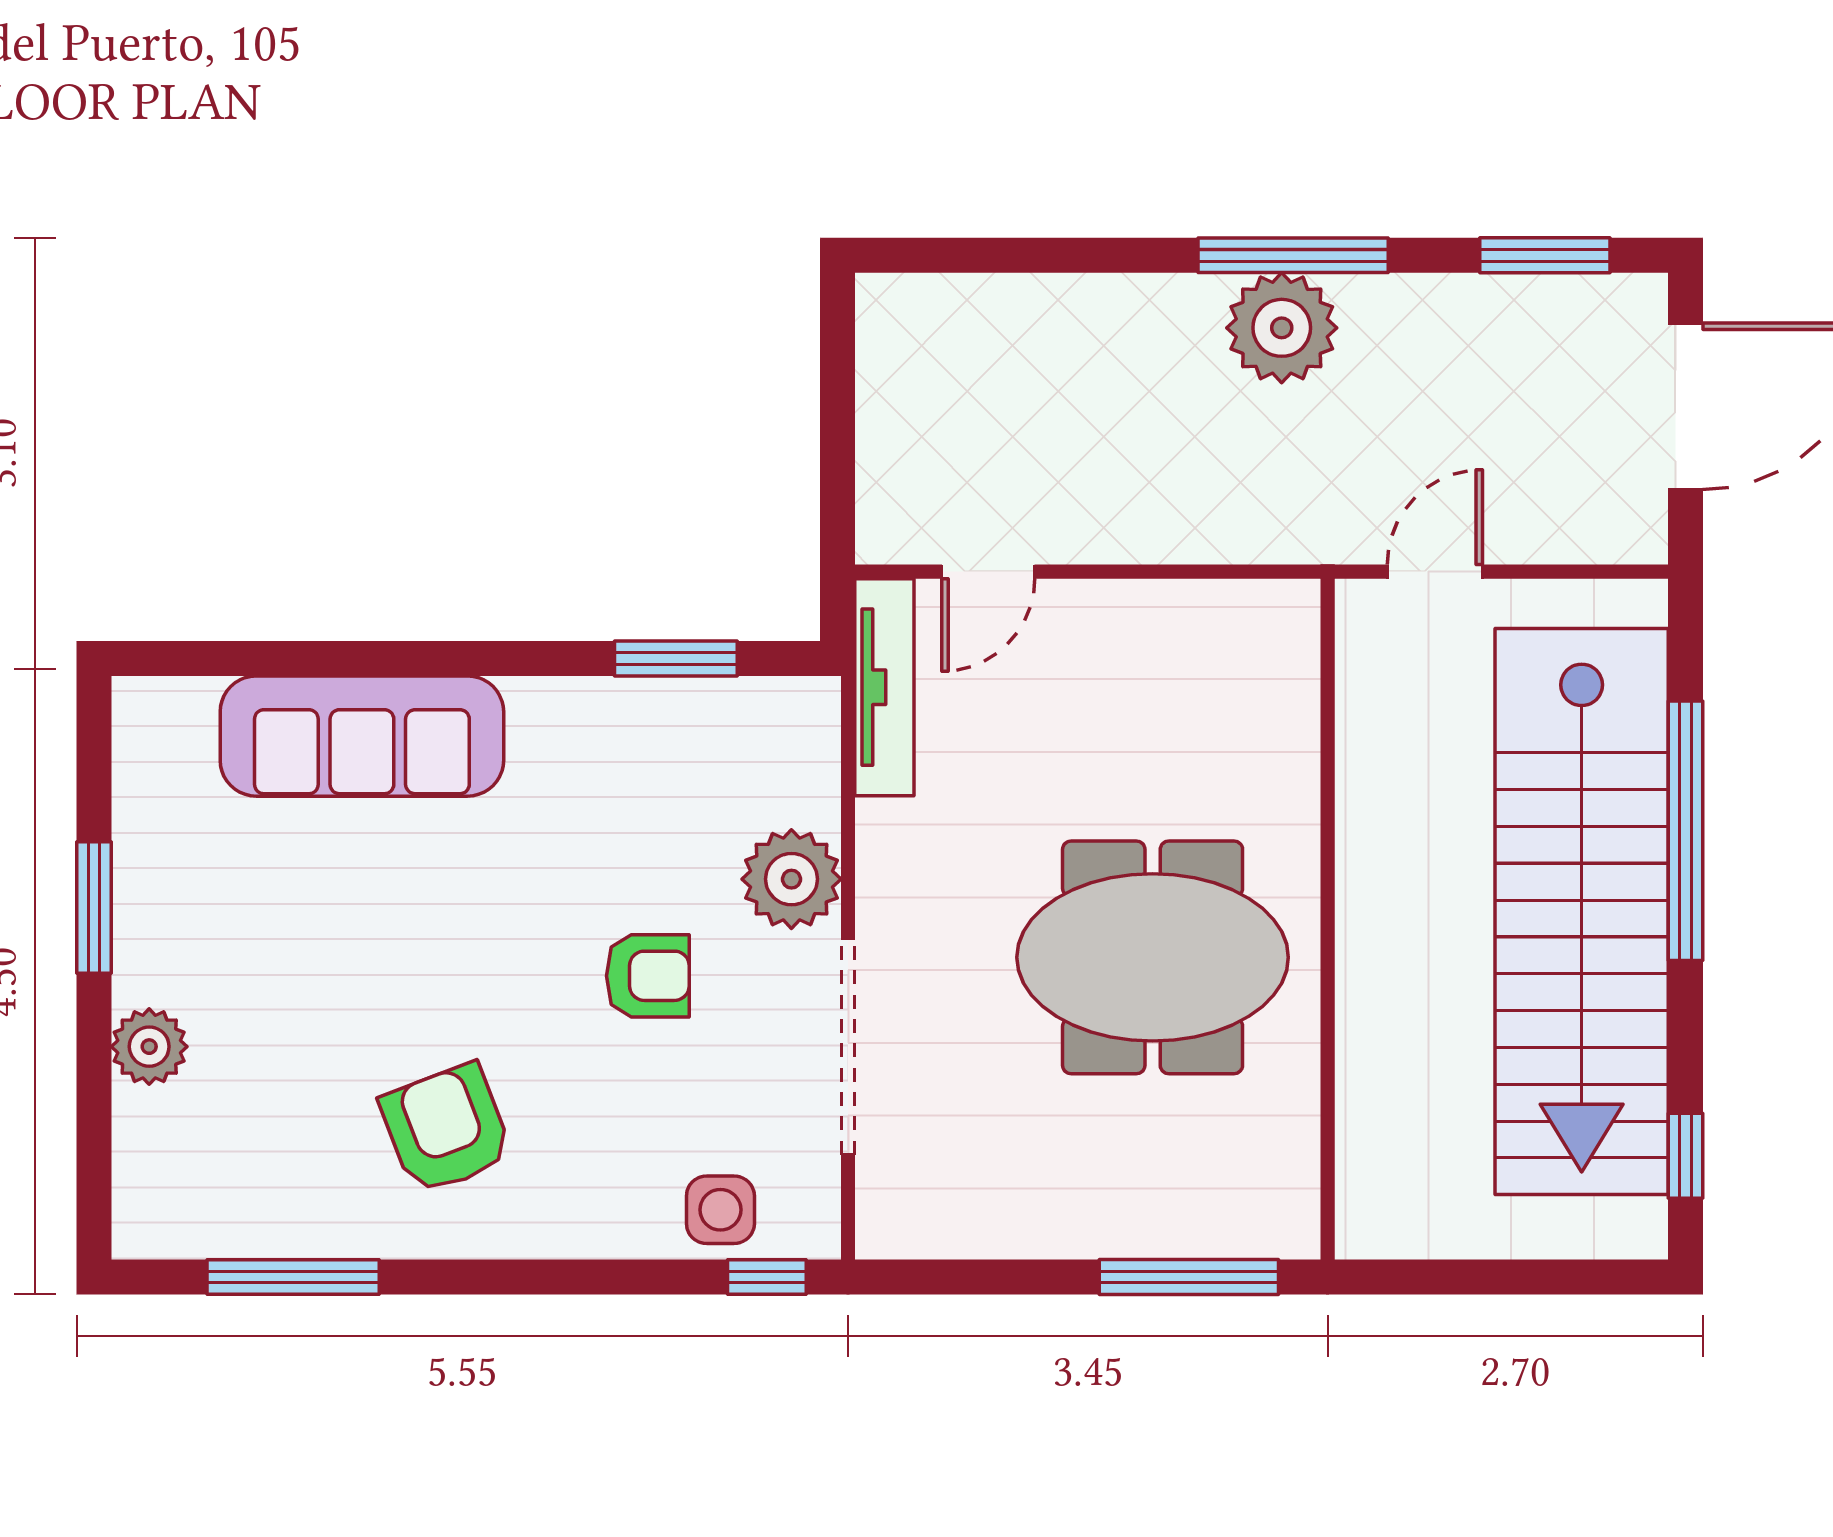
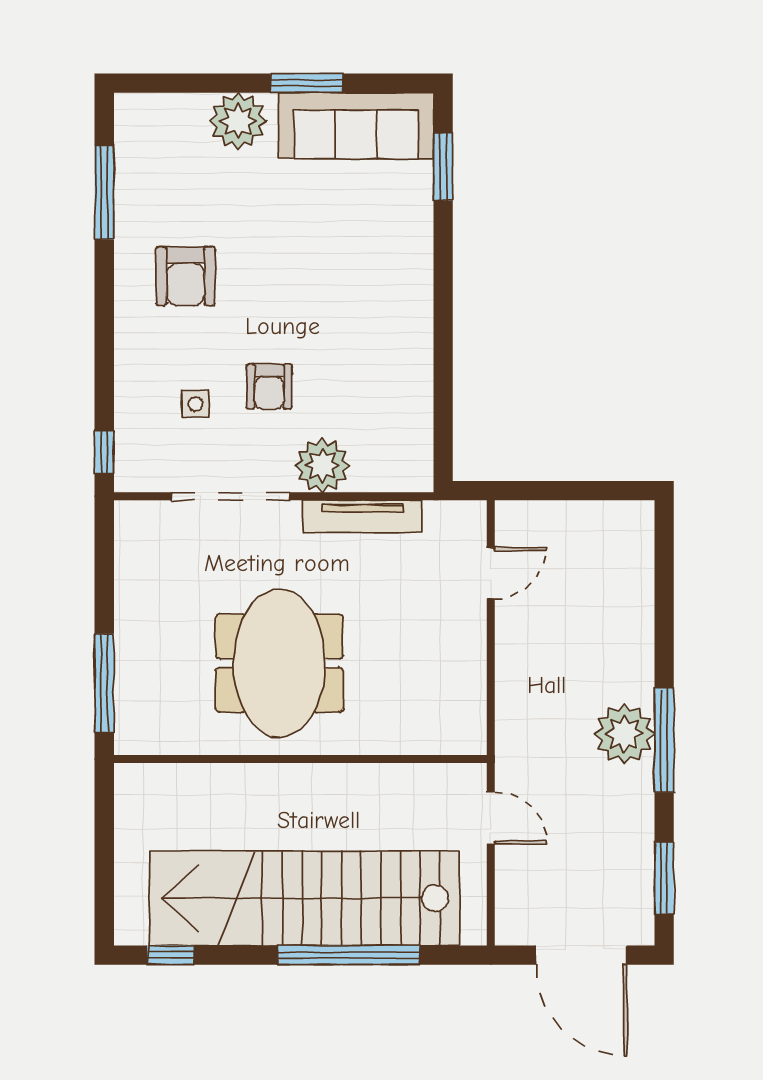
door: (988, 572) -> (491, 573), swing flipped
window: (676, 658) -> (443, 167), moved
tv unit: (884, 687) -> (362, 516), moved
sofa: (362, 736) -> (356, 126), moved, turned -90
plant: (149, 1047) -> (238, 121), width x1.36, depth x1.36
armchair: (446, 1129) -> (185, 276), turned 111
side table: (720, 1210) -> (196, 404), moved, width x0.73, depth x0.73

